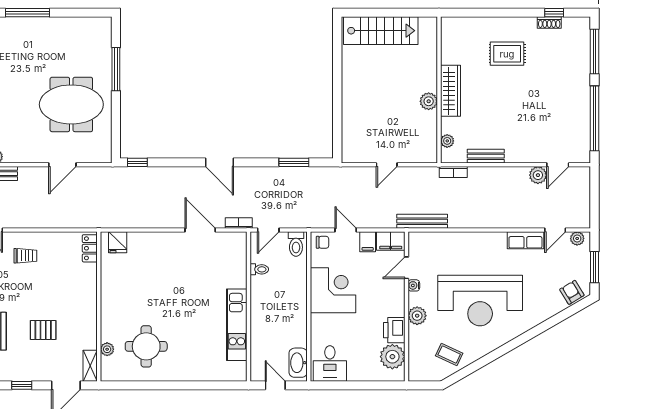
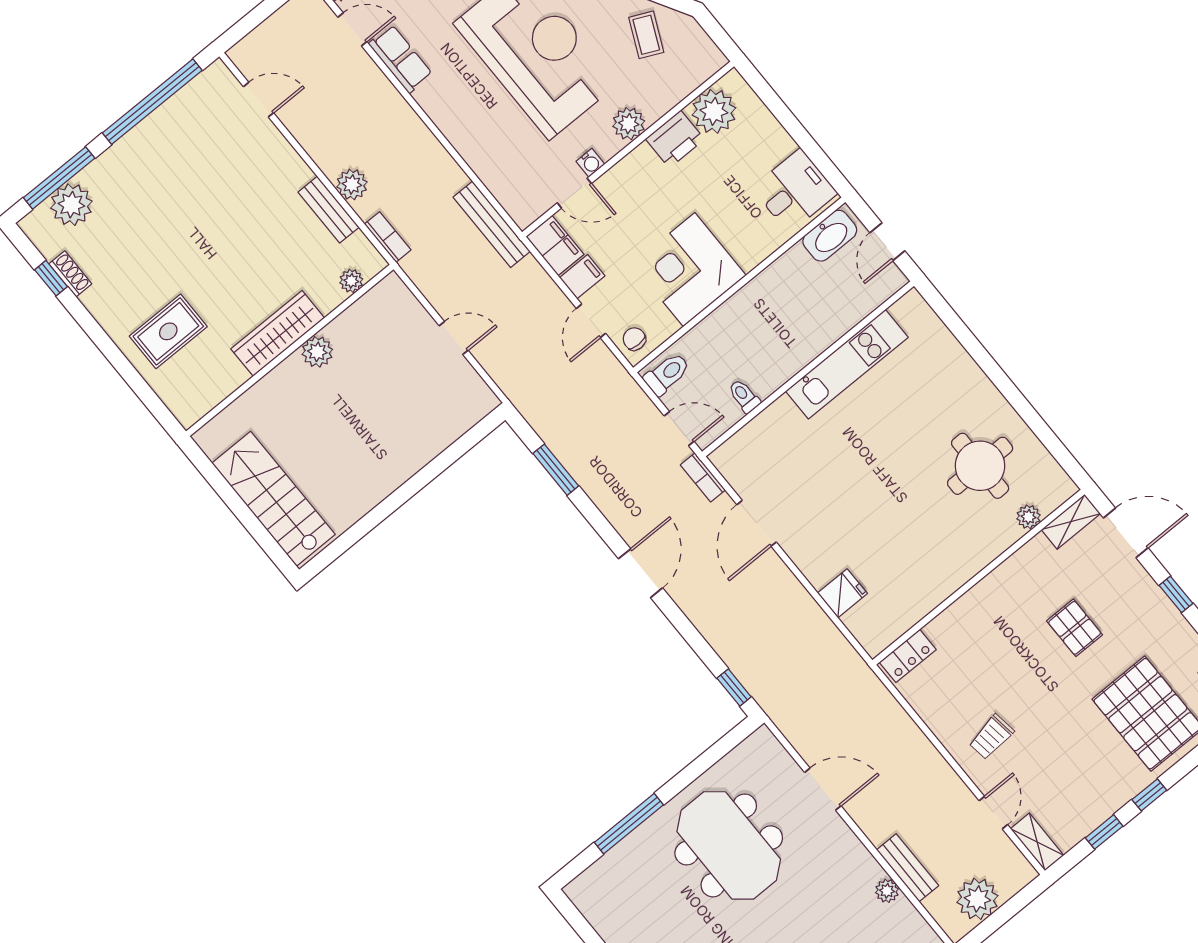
plant: (579, 47) -> (71, 205), added
rug: (507, 54) -> (168, 331), moved, turned 90
plant: (538, 175) -> (352, 184), moved
fridge: (118, 242) -> (842, 593), moved
trolley: (25, 256) -> (991, 737), turned -98

